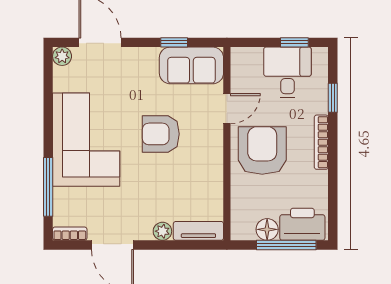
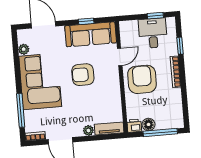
plant: (62, 56) -> (24, 49), moved
sofa: (191, 65) -> (91, 34), width x1.36
printer: (302, 224) -> (134, 126), moved, width x0.53, depth x0.68

